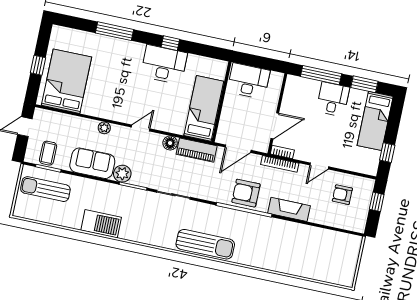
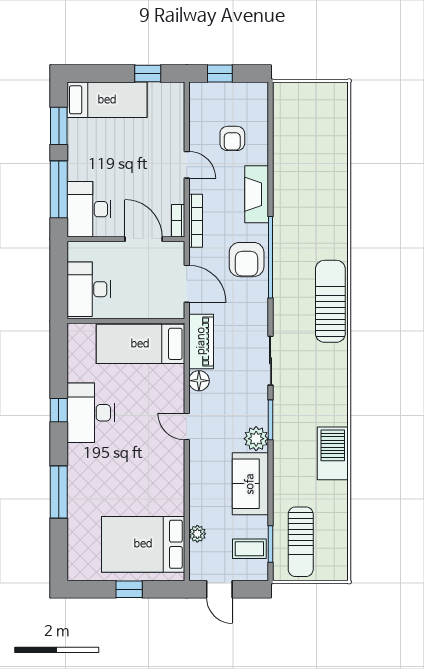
desk: (333, 99) -> (89, 209), moved, width x1.37
plant: (104, 128) -> (197, 534), moved
armchair: (342, 195) -> (232, 138), moved

